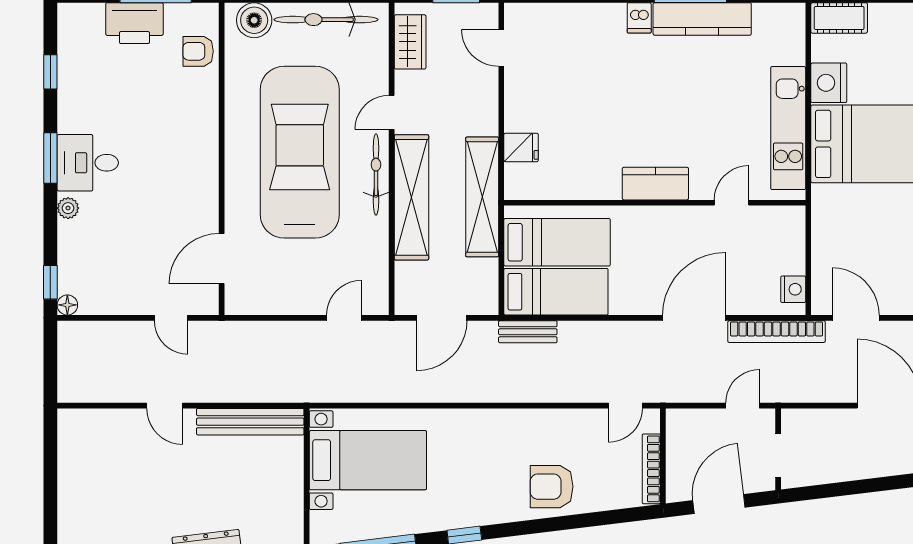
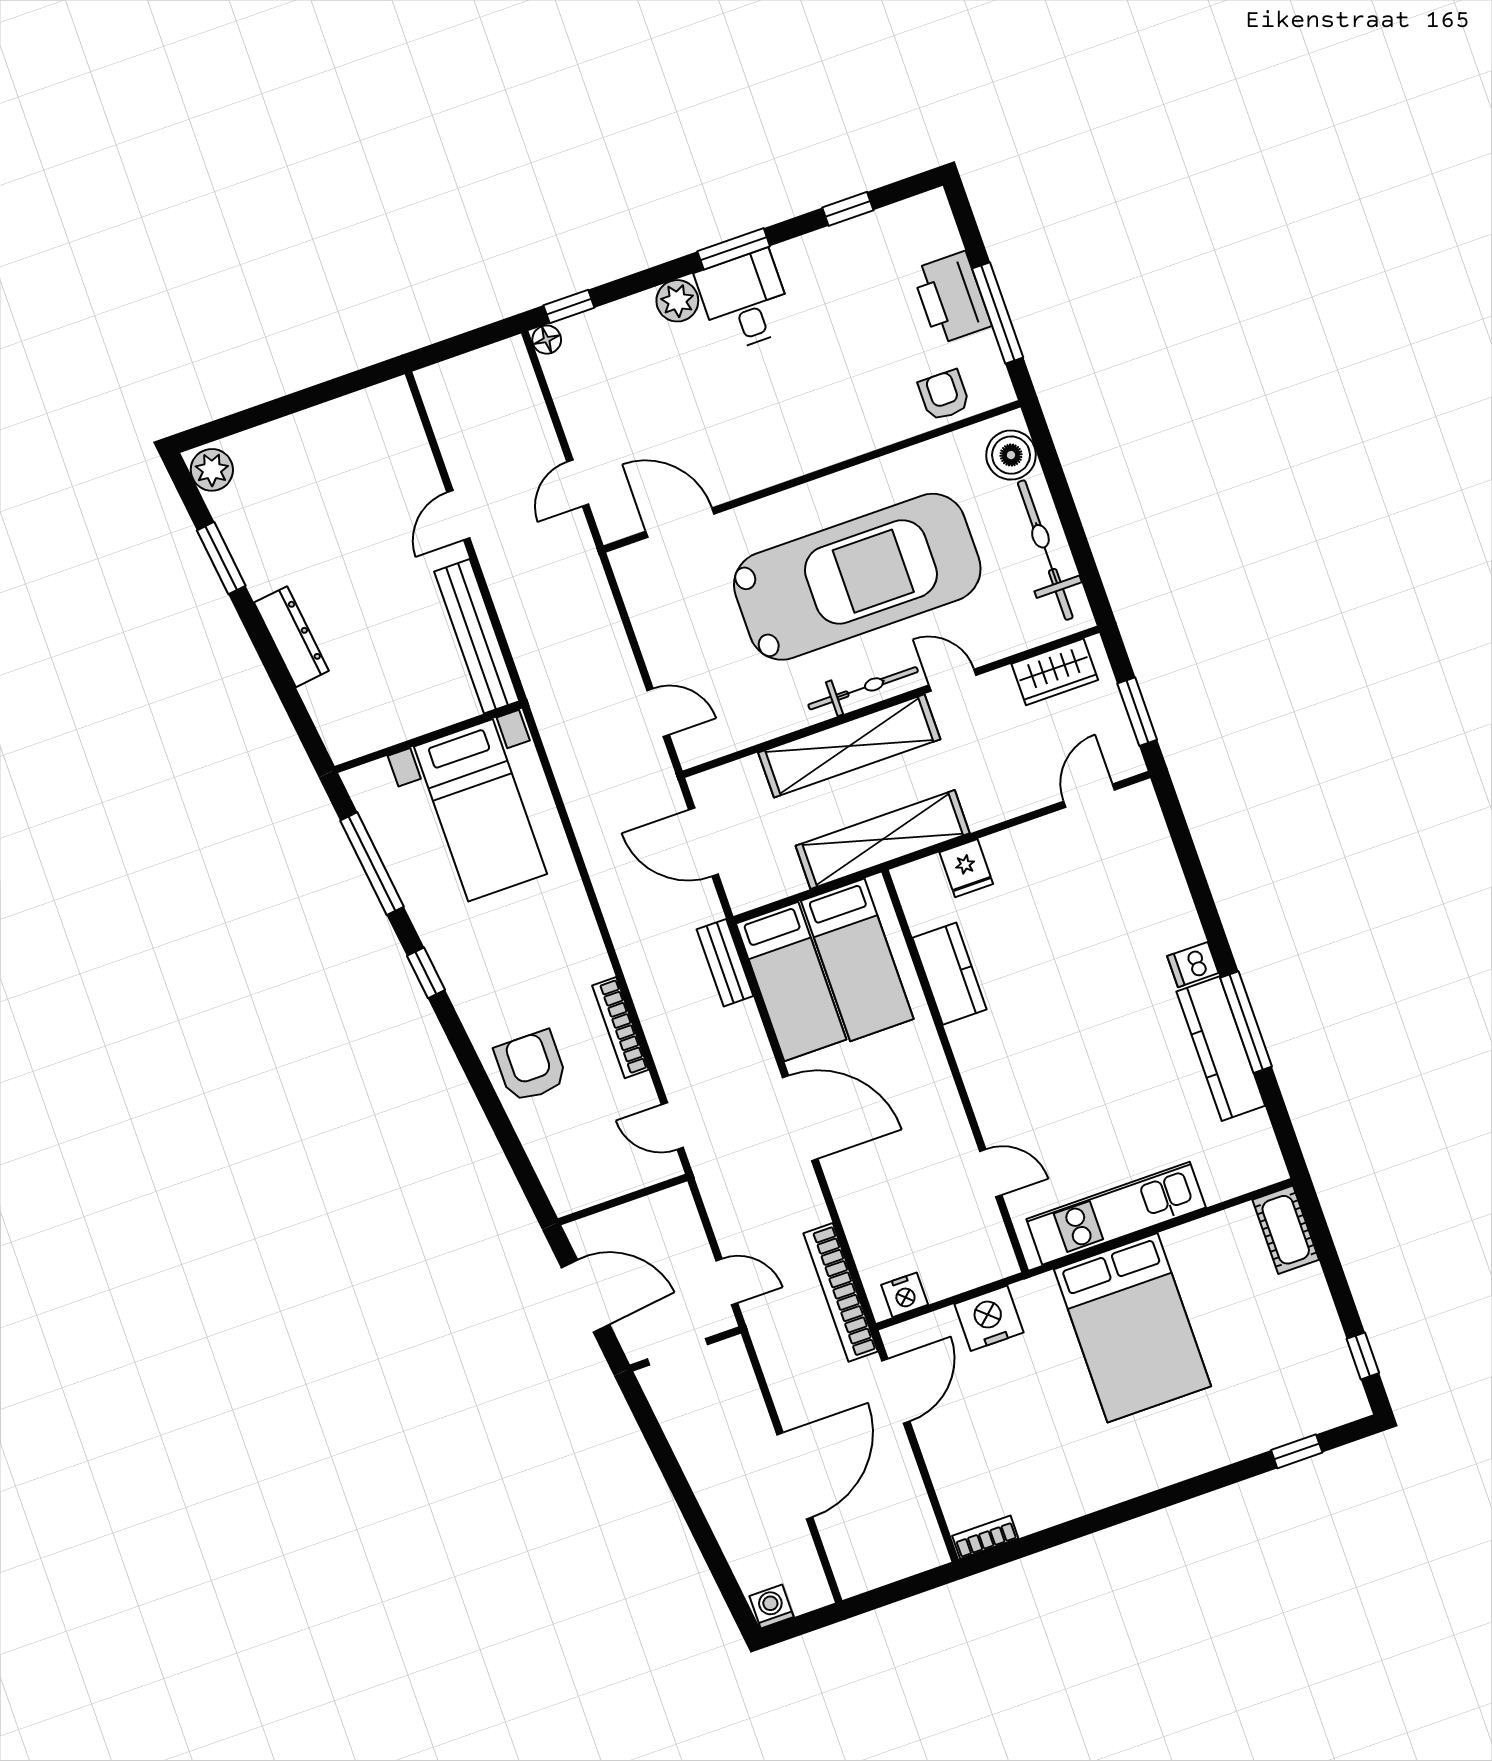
nightstand: (829, 83) -> (989, 1318), moved
kitchen counter: (655, 184) -> (950, 974), moved
plant: (68, 208) -> (677, 301), width x1.38, depth x1.38
door: (694, 318) -> (800, 1118), moved
bookcase: (651, 469) -> (620, 1028), moved, turned -90

